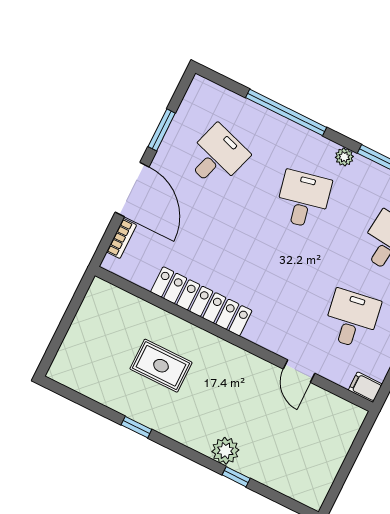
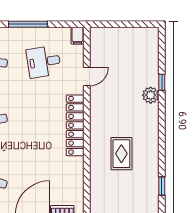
locker: (201, 301) -> (75, 125), moved
window: (136, 427) -> (162, 186), moved

